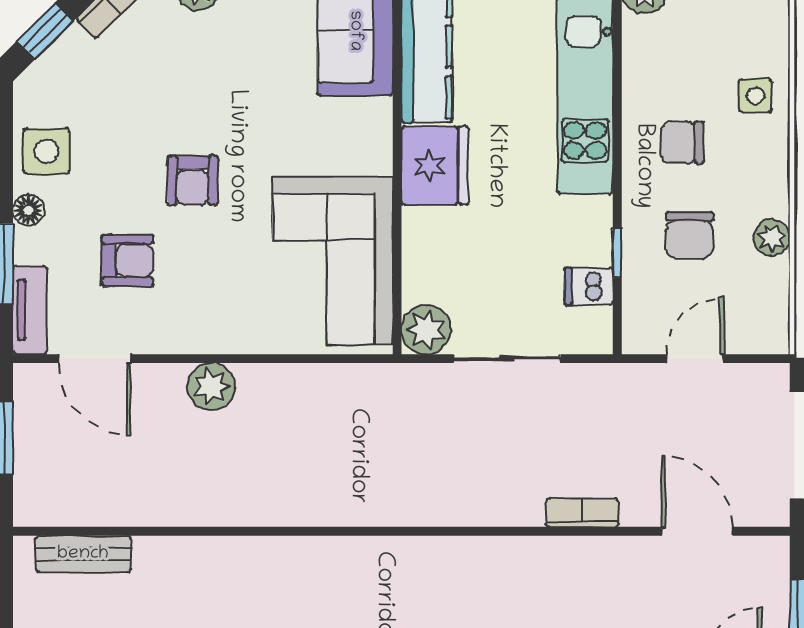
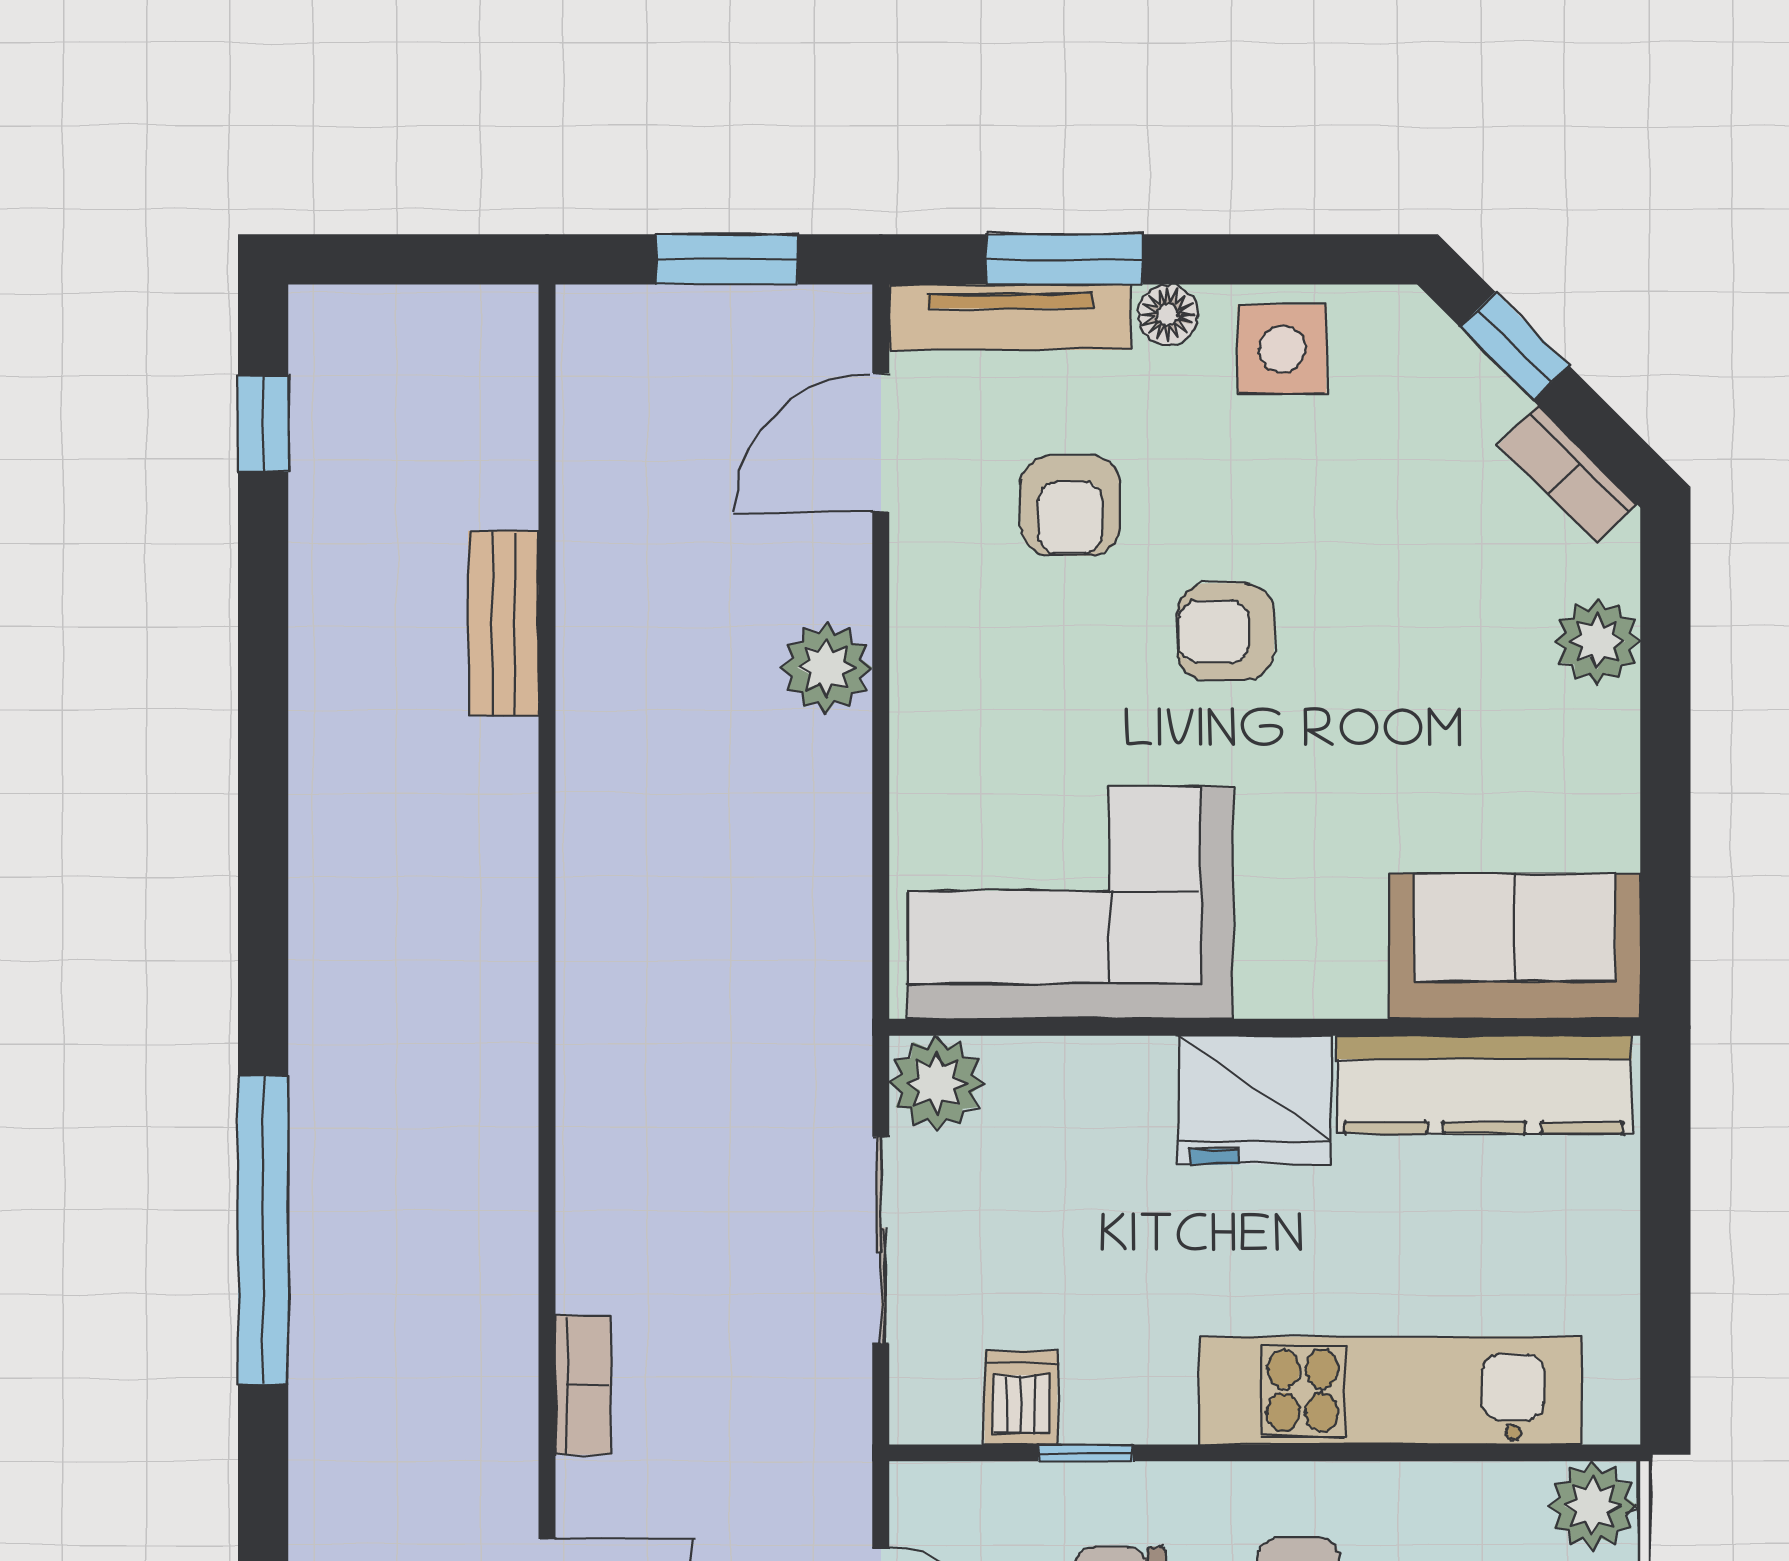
tv unit: (30, 310) -> (1010, 317), width x1.41
bench: (83, 554) -> (503, 623), moved

